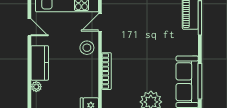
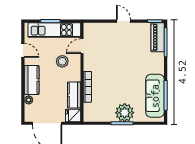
stool: (87, 48) -> (62, 61), moved
kitchen counter: (91, 81) -> (74, 95), added

